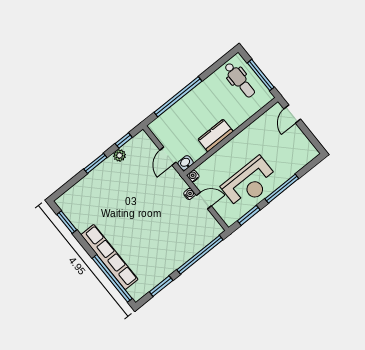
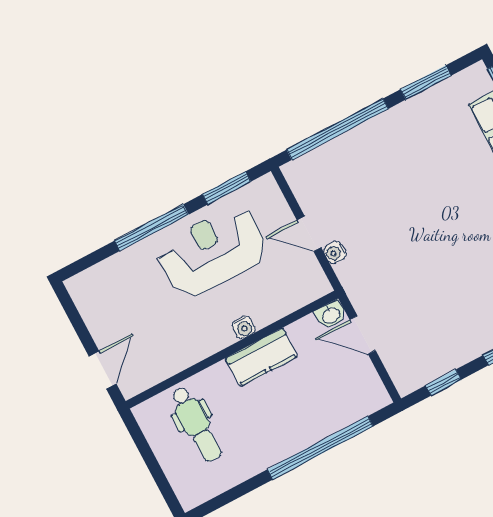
window: (261, 75) -> (150, 459), removed
dental chair: (240, 80) -> (196, 424), moved, turned 180
plant: (120, 155) -> (457, 355), removed
door: (168, 156) -> (363, 335), swing flipped
water cooler: (193, 176) -> (244, 327), moved

